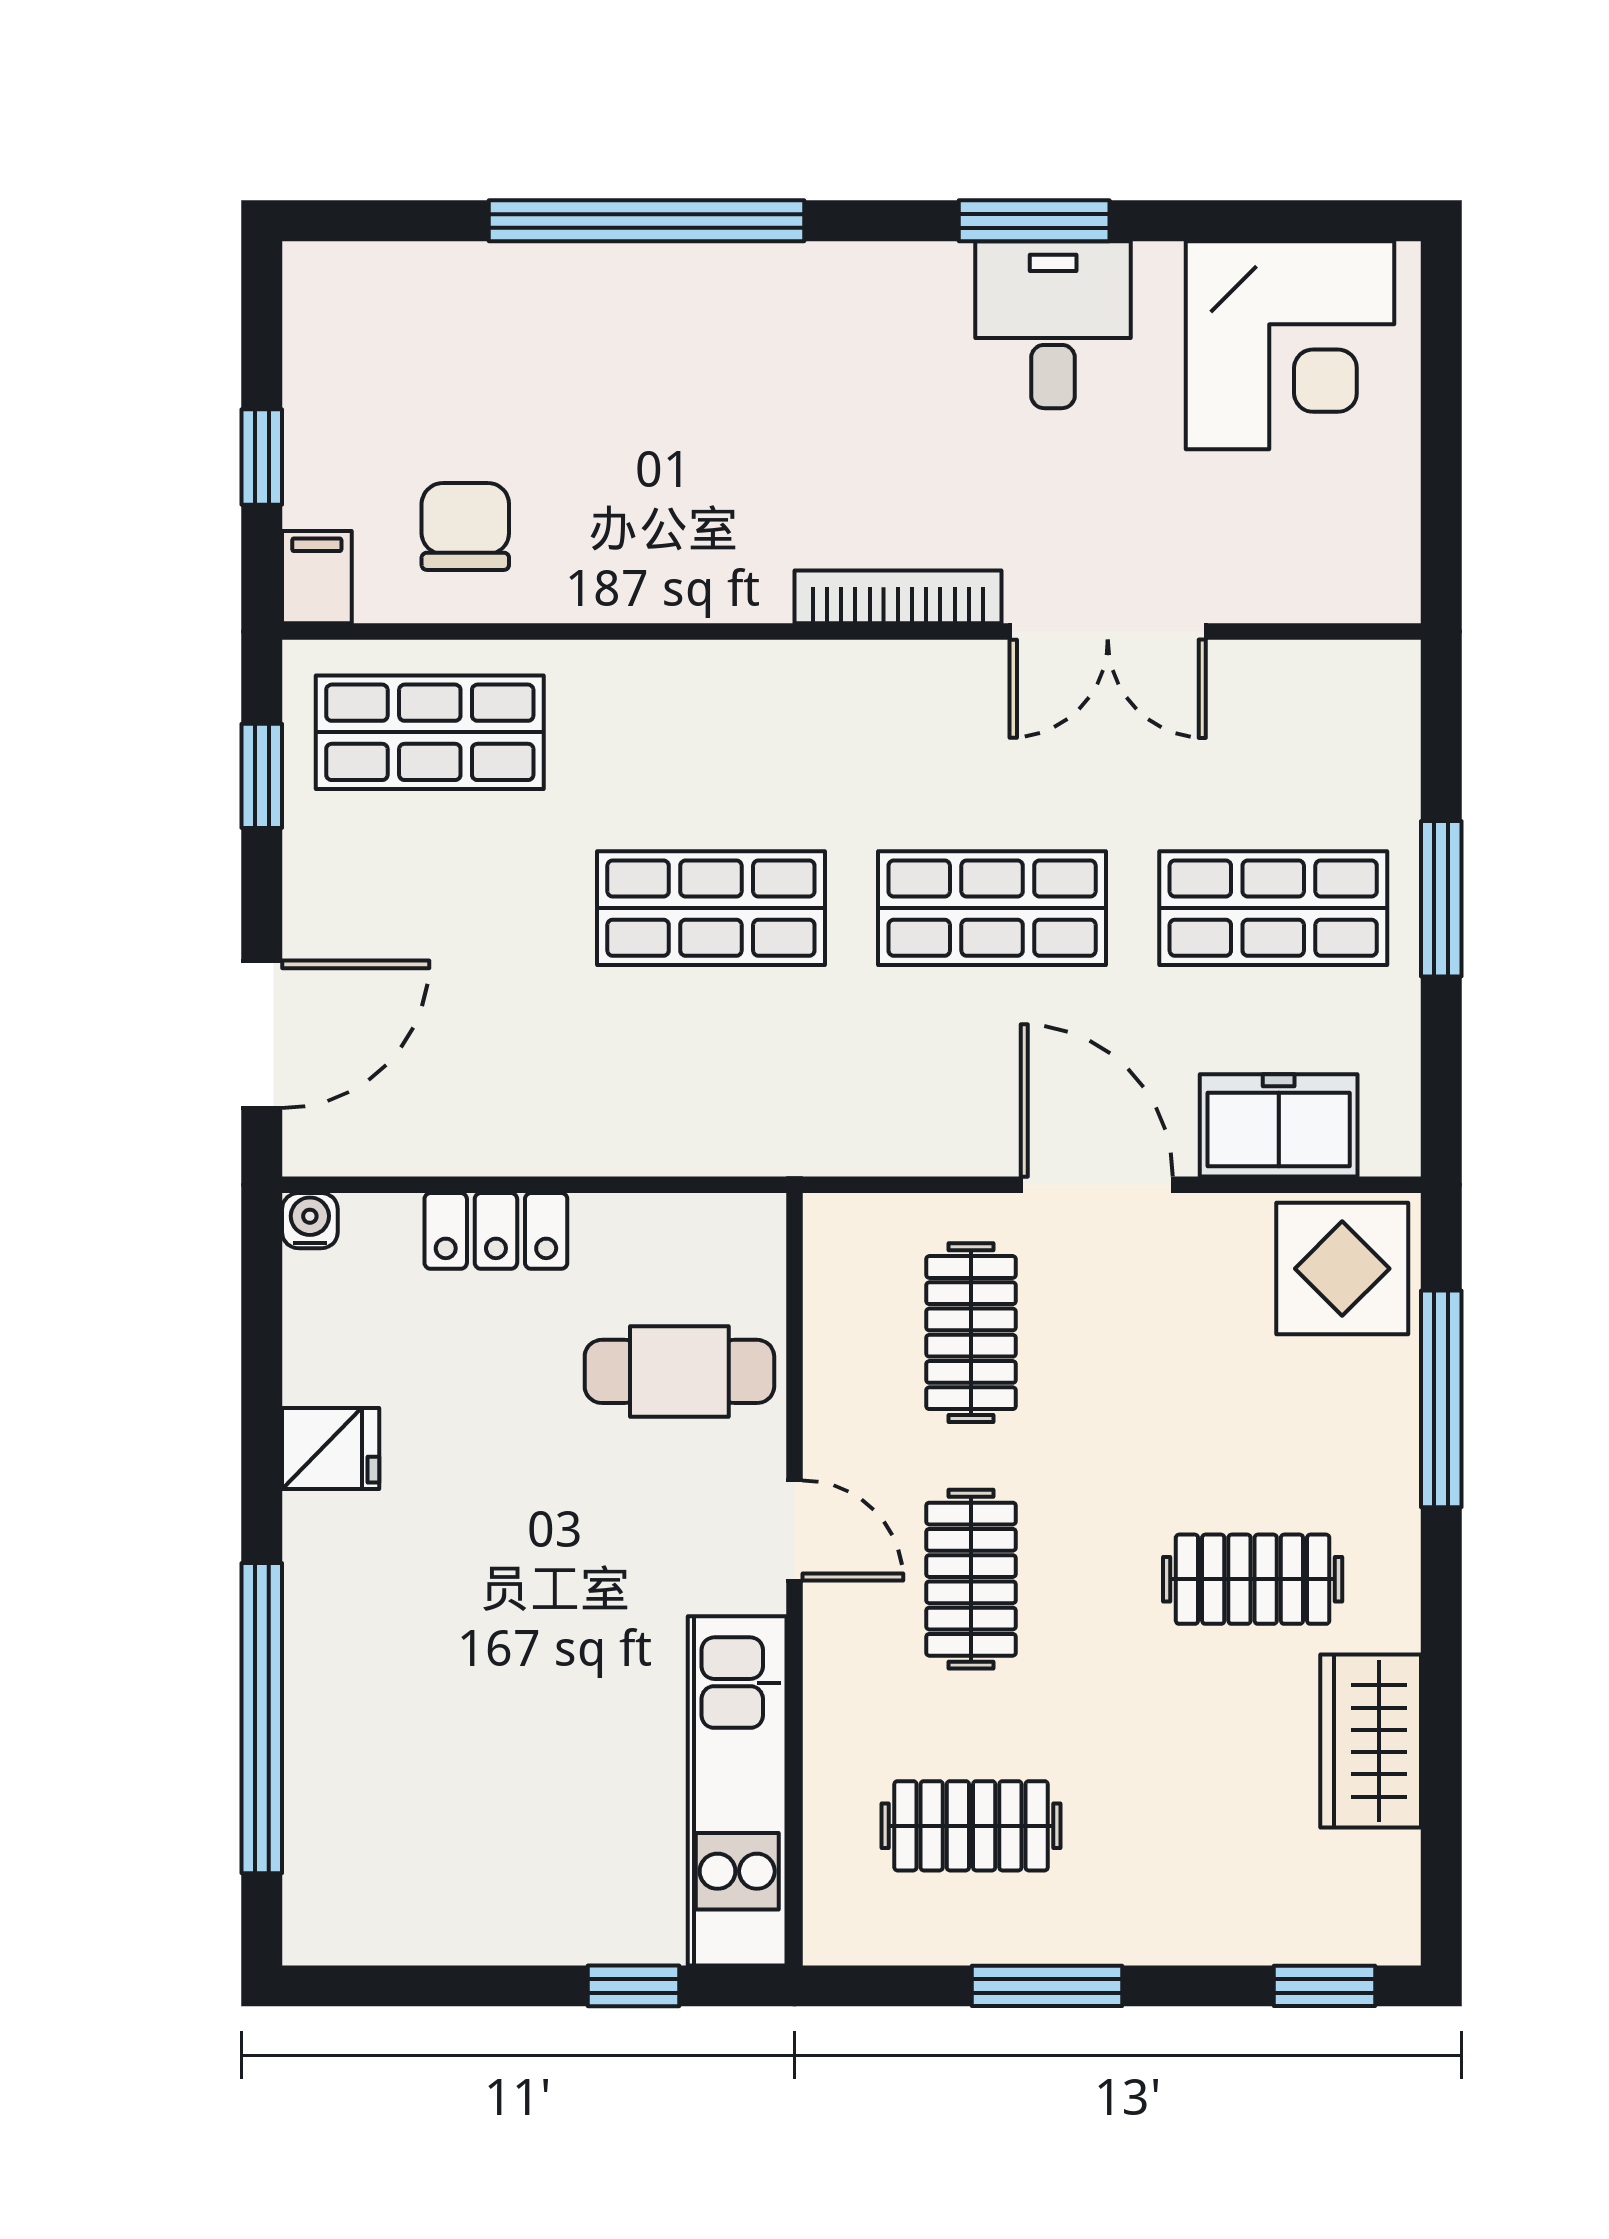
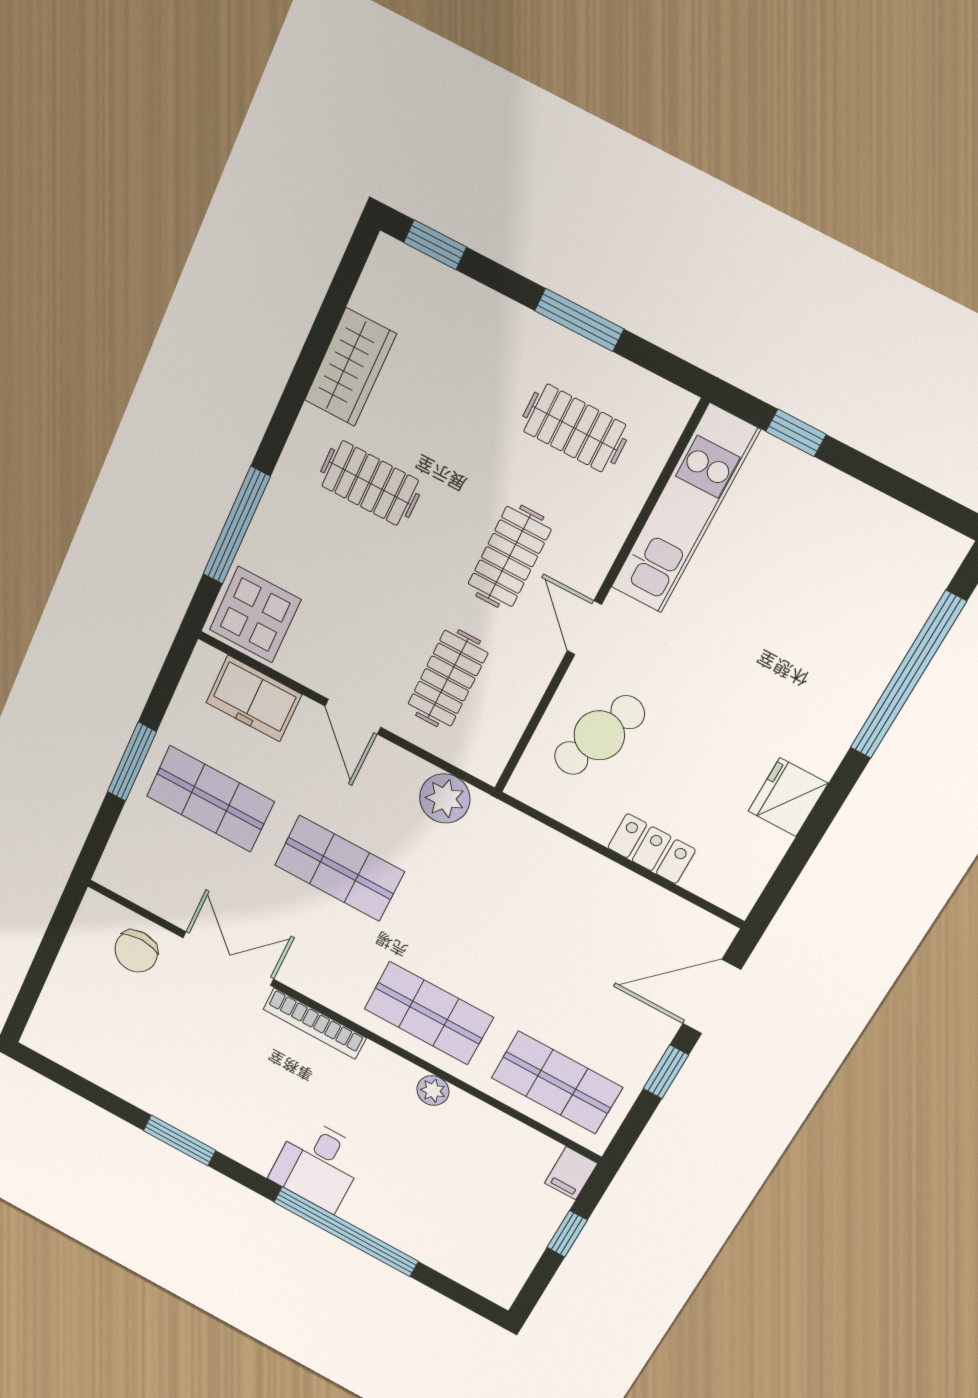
desk: (1053, 325) -> (318, 1165), moved
corner desk: (1290, 345) -> (93, 1032), removed
chair: (465, 526) -> (136, 951), moved
plant: (631, 592) -> (433, 1091), added
window: (262, 776) -> (666, 1072), moved
shop shelf: (711, 908) -> (429, 1013), moved
plant: (875, 1129) -> (445, 798), added
door: (1097, 1185) -> (353, 717), width x0.73
water cooler: (310, 1221) -> (739, 901), removed
cafe table: (679, 1371) -> (599, 735), turned -68
fridge: (331, 1448) -> (788, 797), width x1.38

